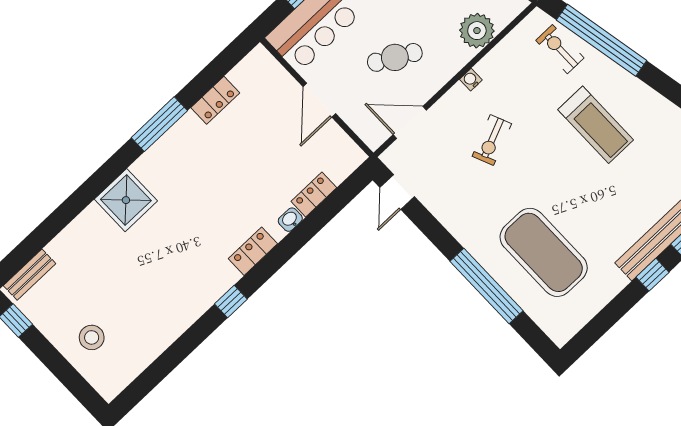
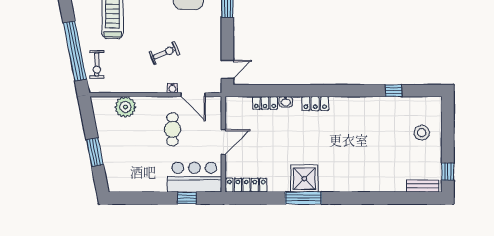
cafe table: (395, 57) -> (173, 129), turned 61
water cooler: (471, 80) -> (172, 88), moved
locker: (215, 100) -> (246, 185), moved, width x1.53
shower: (126, 200) -> (304, 179), moved
window: (231, 301) -> (393, 91), moved

